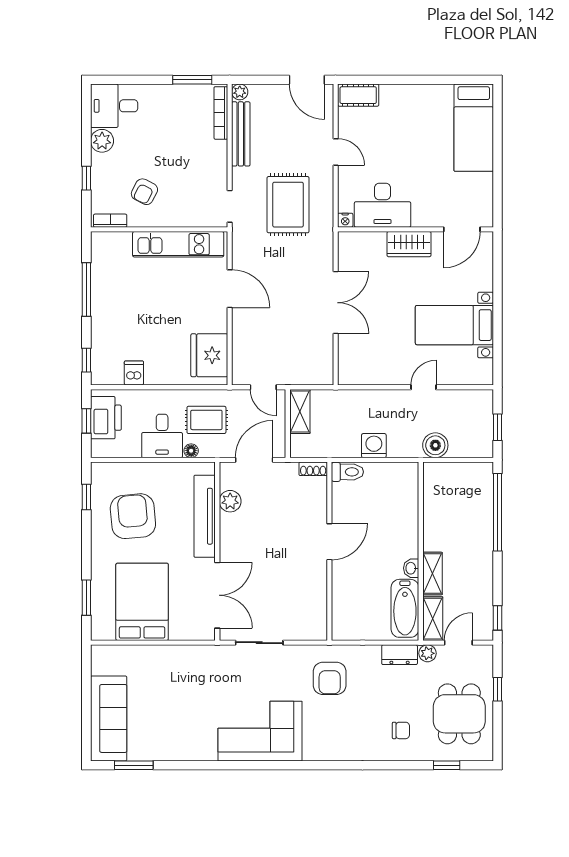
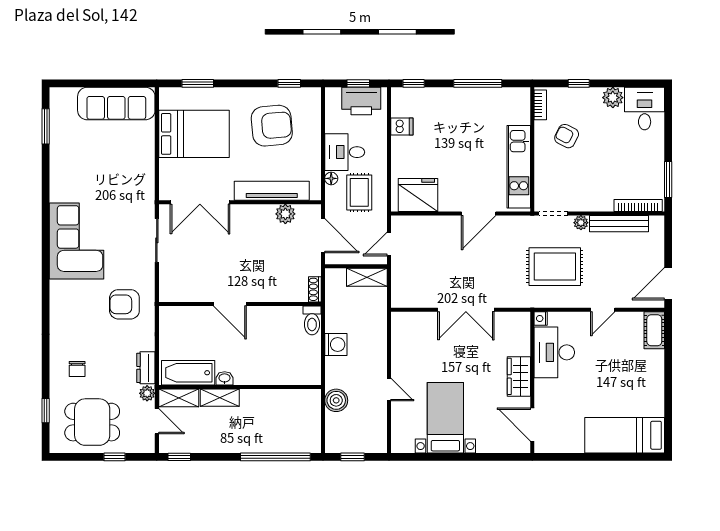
plant: (240, 92) -> (581, 223), moved
door: (329, 542) -> (230, 304), moved
sofa: (109, 718) -> (116, 104), moved

